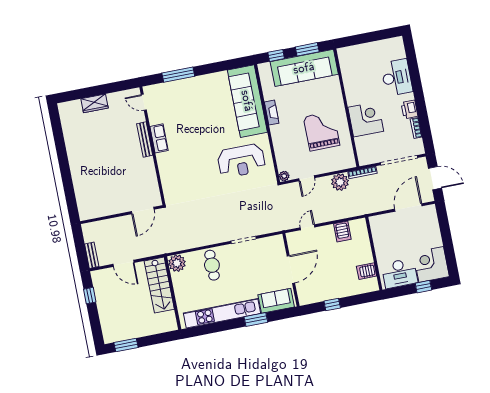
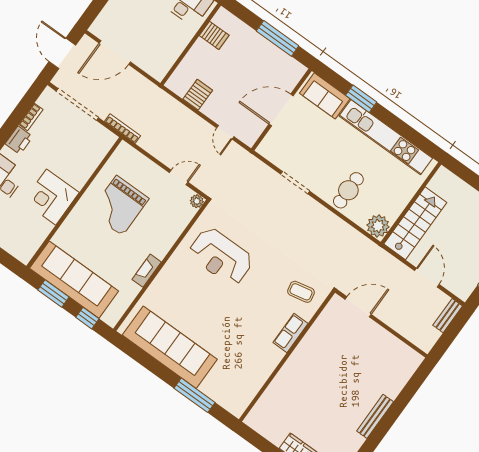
sofa: (247, 101) -> (170, 347), moved, turned -90
door: (144, 102) -> (252, 404), removed
corner desk: (366, 119) -> (51, 197), moved
row of seats: (159, 138) -> (290, 333), moved
bench: (145, 139) -> (375, 416), moved
reception desk: (241, 161) -> (221, 256), turned 180
plant: (340, 182) -> (152, 142), removed
coffee table: (180, 187) -> (301, 292), added
door: (307, 227) -> (225, 132), hinge flipped
window: (332, 305) -> (278, 38), width x2.17

